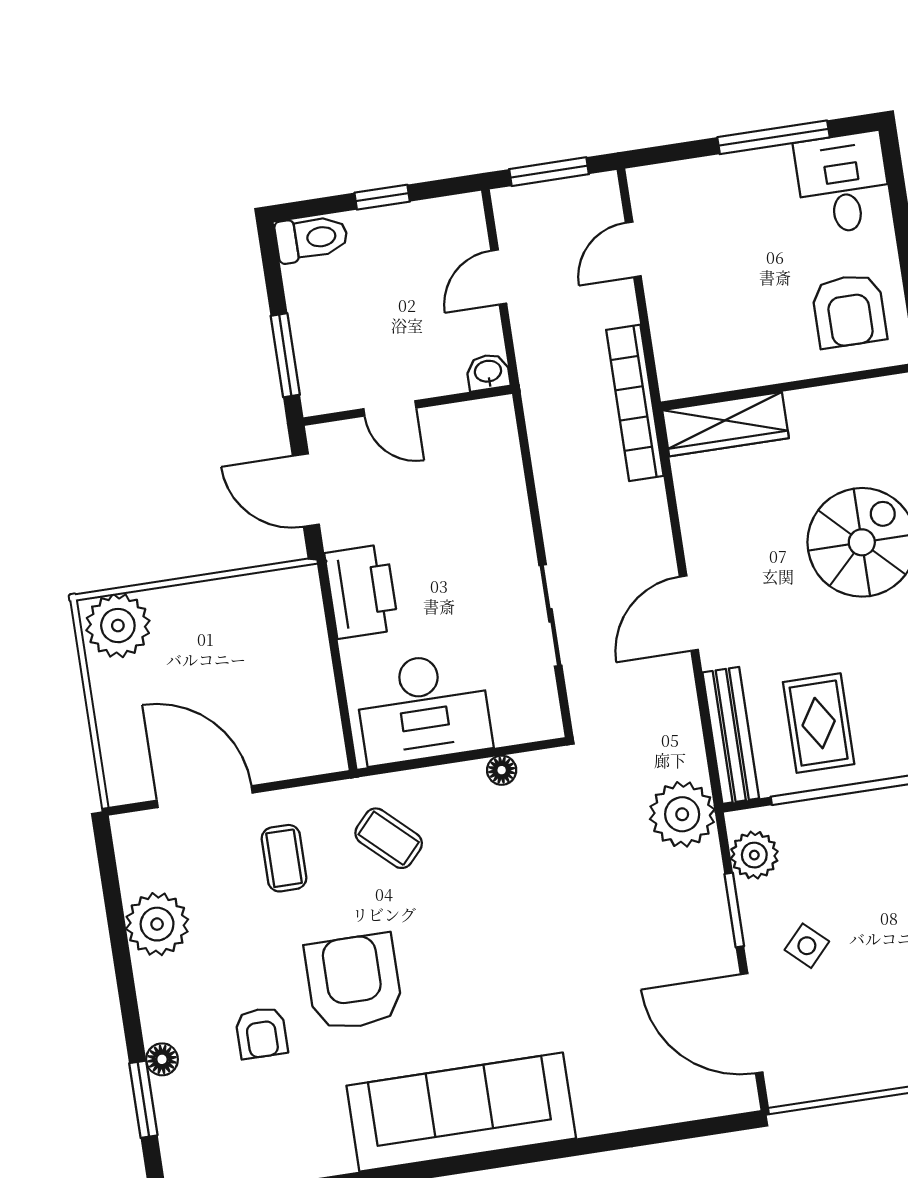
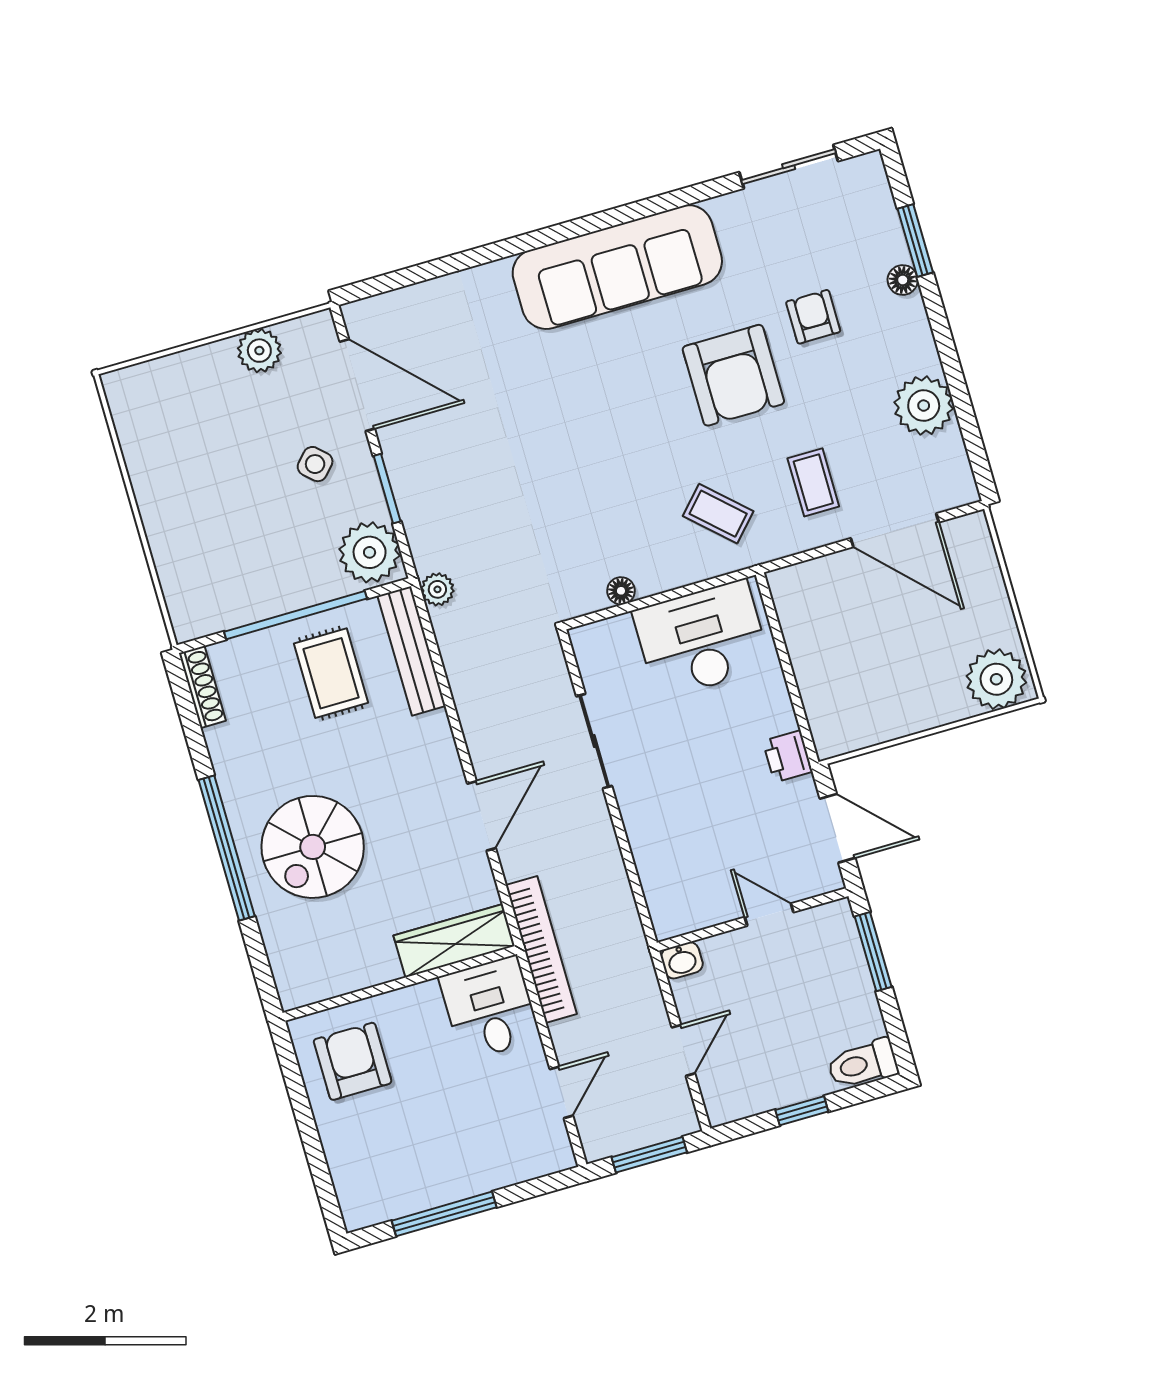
desk: (843, 183) -> (490, 1008), moved, turned 180
printer: (362, 591) -> (788, 756), width x0.53, depth x0.68
door: (689, 613) -> (482, 816), moved
plant: (682, 814) -> (437, 589), width x0.53, depth x0.53
plant: (754, 855) -> (370, 552), width x1.36, depth x1.36
plant: (850, 1073) -> (259, 351), added

